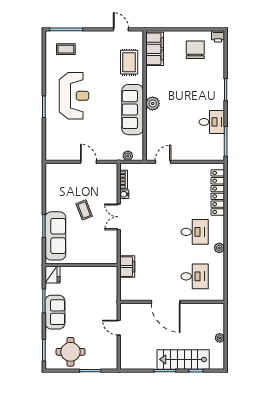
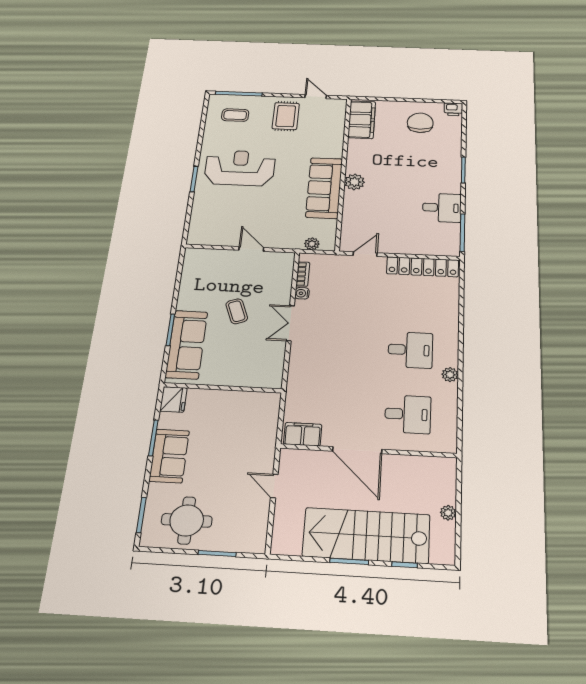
rug: (129, 62) -> (286, 116), moved
reception desk: (74, 96) -> (240, 168), turned -90
locker: (218, 192) -> (423, 267), moved, turned -90
filing cabinet: (127, 267) -> (303, 434), moved, turned -90
stairs: (183, 359) -> (366, 535), width x1.36, depth x1.51

